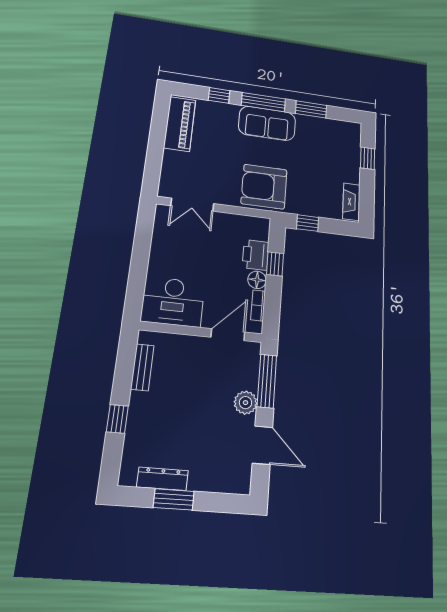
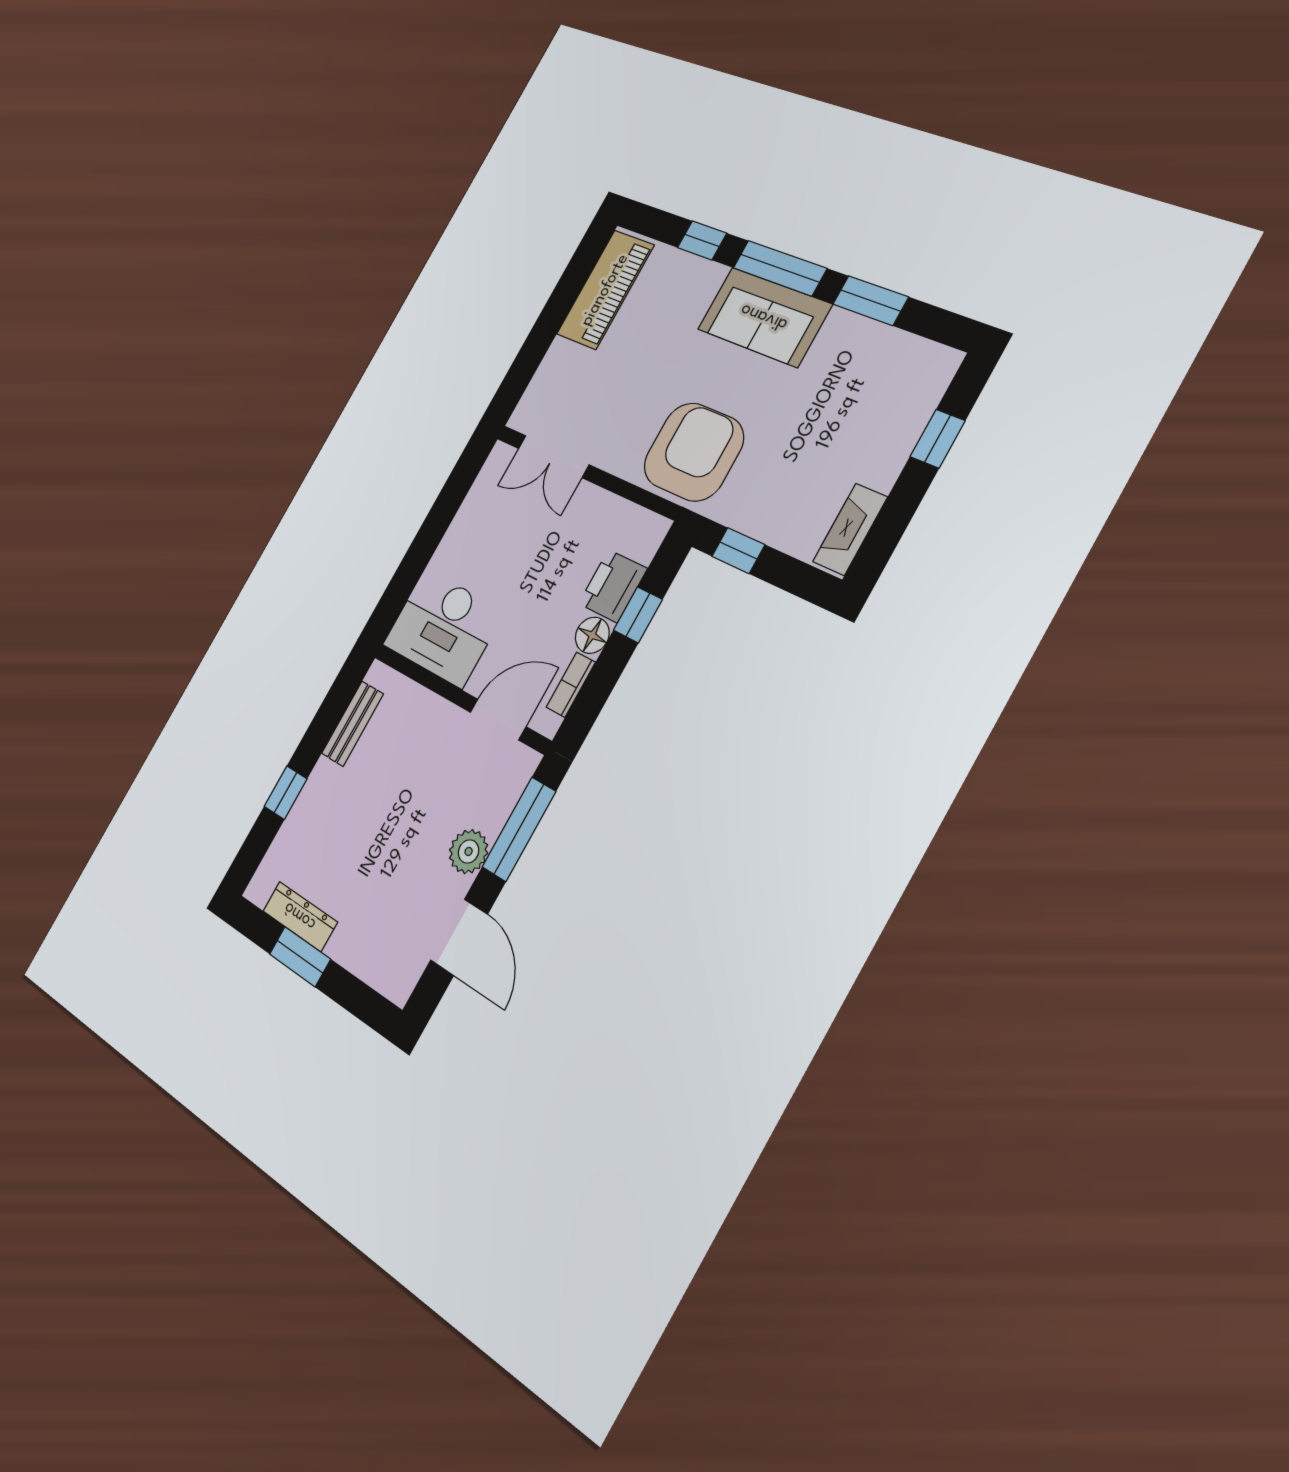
armchair: (264, 187) -> (694, 452), turned 90

